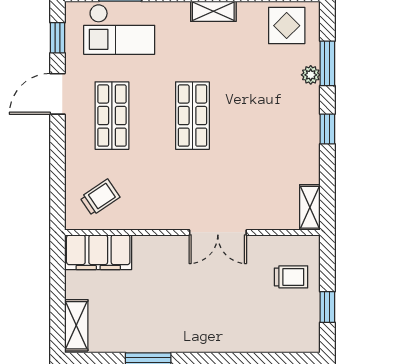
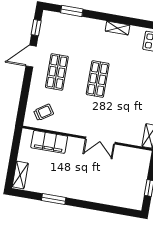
checkout: (119, 29) -> (68, 29), removed
filing cabinet: (98, 252) -> (49, 142), moved
trolley: (291, 277) -> (133, 170), removed

